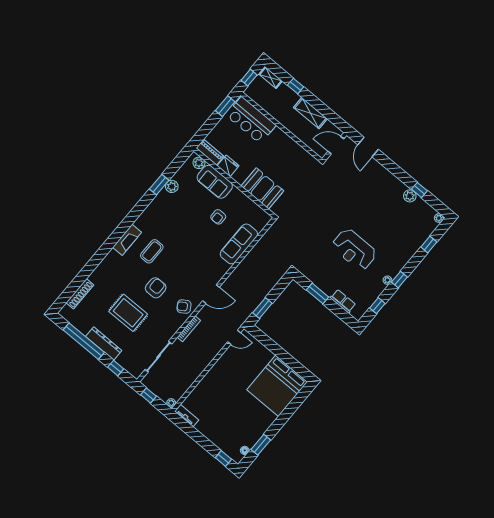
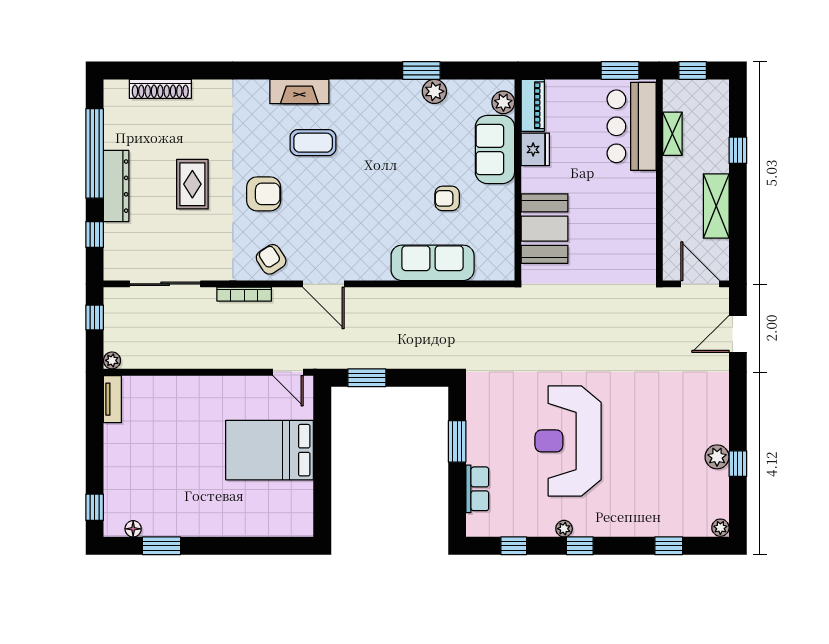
shelving: (271, 78) -> (672, 134), moved
reception desk: (354, 249) -> (568, 441), width x1.36, depth x1.30
rug: (128, 313) -> (192, 184), width x0.73, depth x0.70
bed: (277, 386) -> (269, 450), moved, width x0.73

